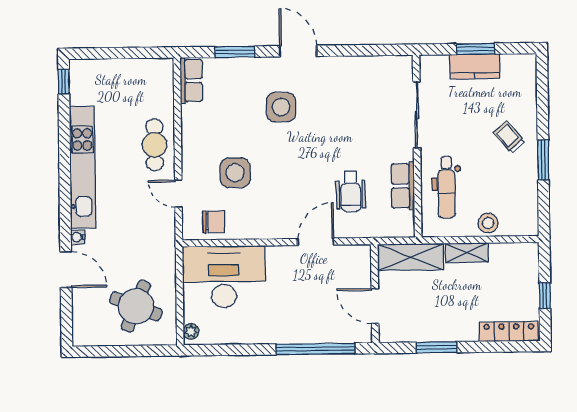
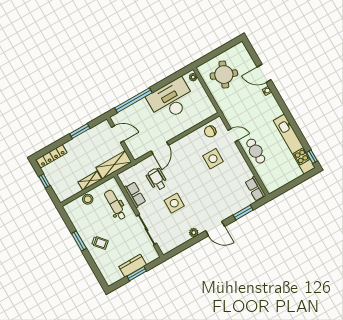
plant: (339, 65) -> (194, 233), added
side table: (281, 107) -> (174, 203), moved
kitchen unit: (83, 167) -> (294, 144), moved
desk: (224, 277) -> (171, 100), moved, turned 180

